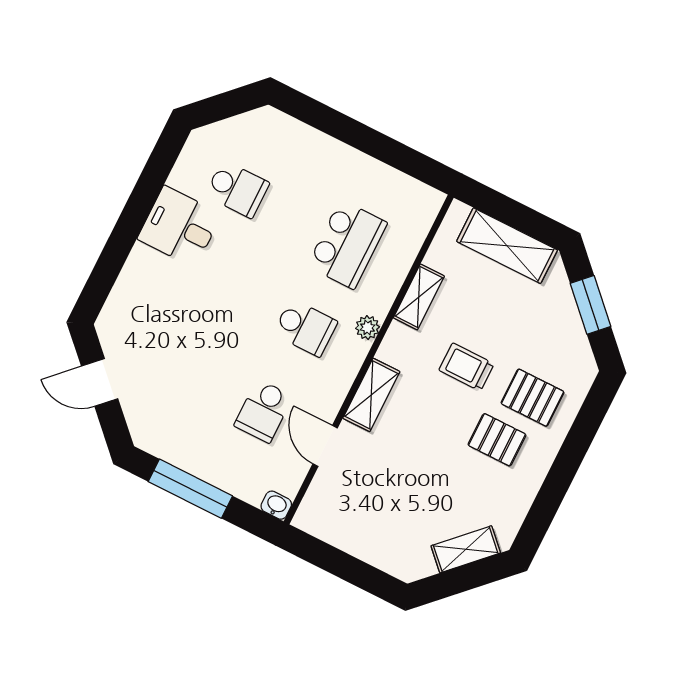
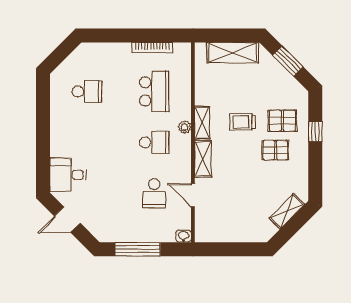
bookcase: (380, 171) -> (152, 48), added
desk: (180, 226) -> (68, 175), moved
shelving: (419, 297) -> (202, 123), moved
window: (577, 443) -> (315, 132), added

